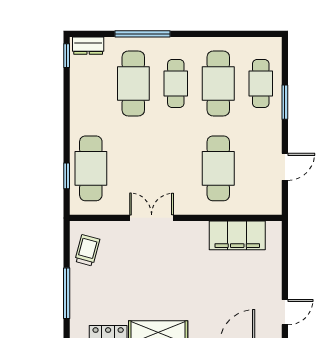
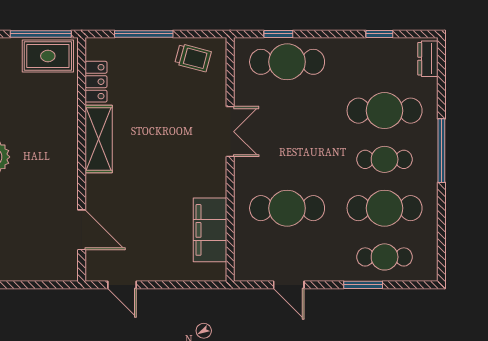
window: (142, 34) -> (441, 151), moved
window: (67, 56) -> (379, 34), moved

